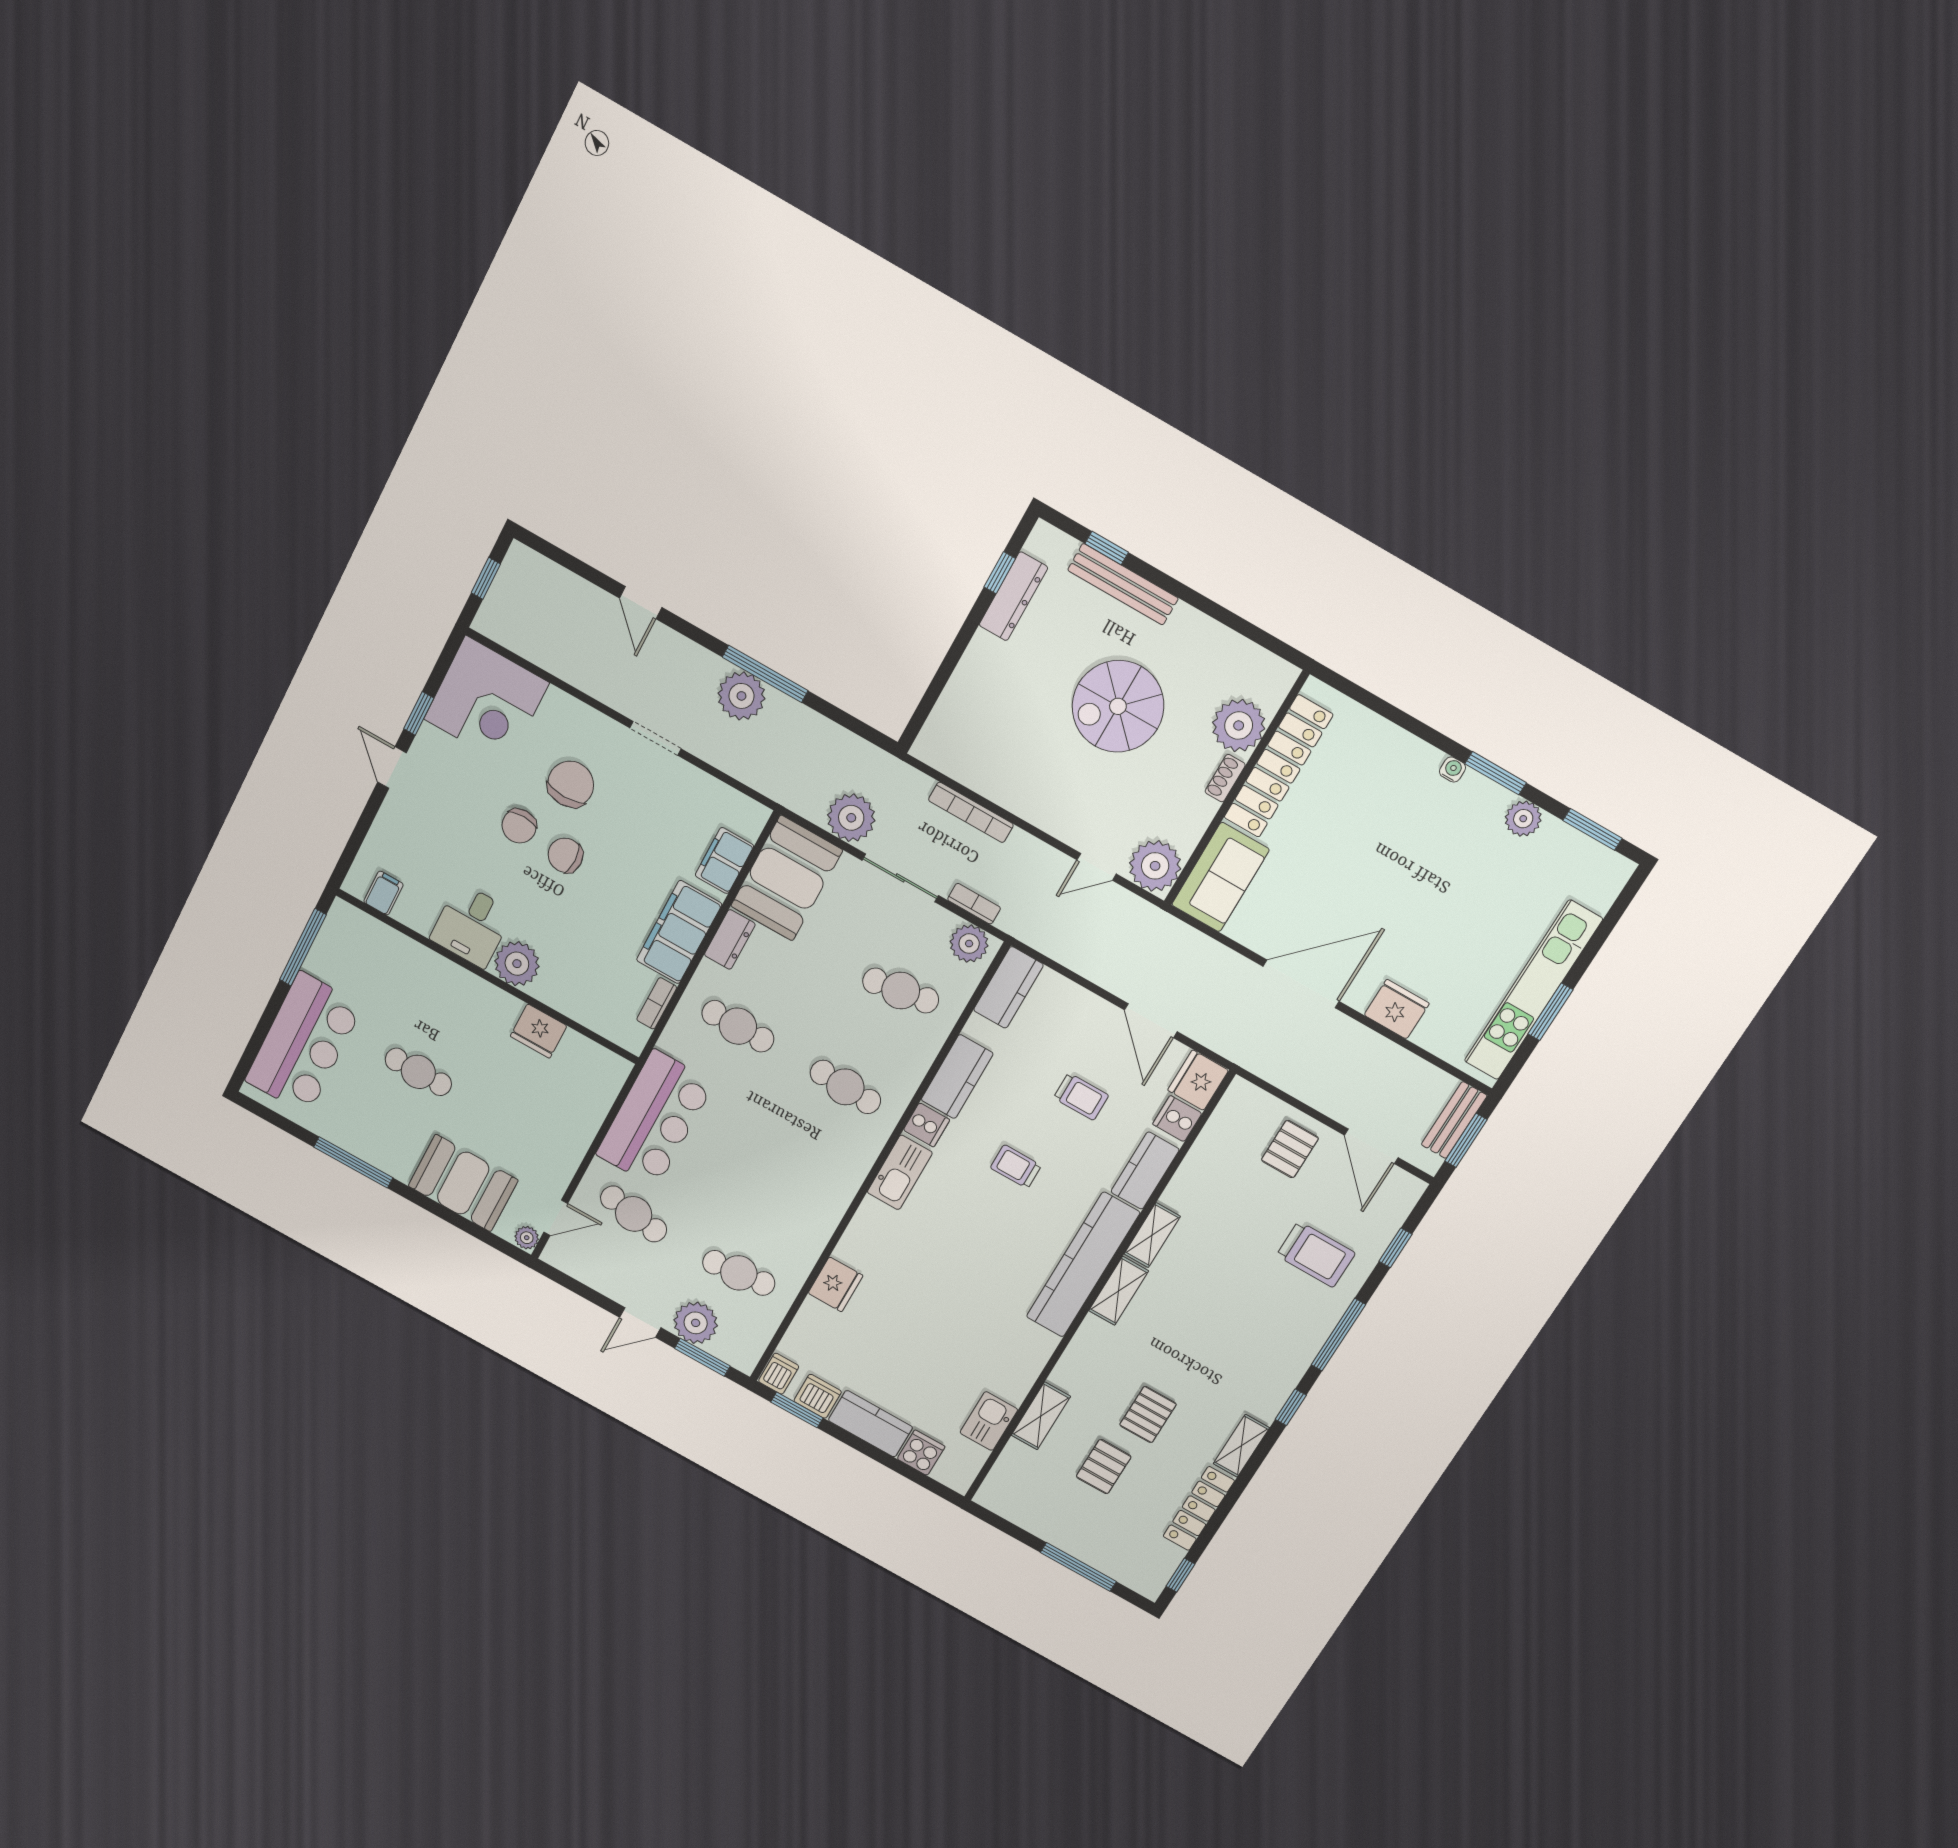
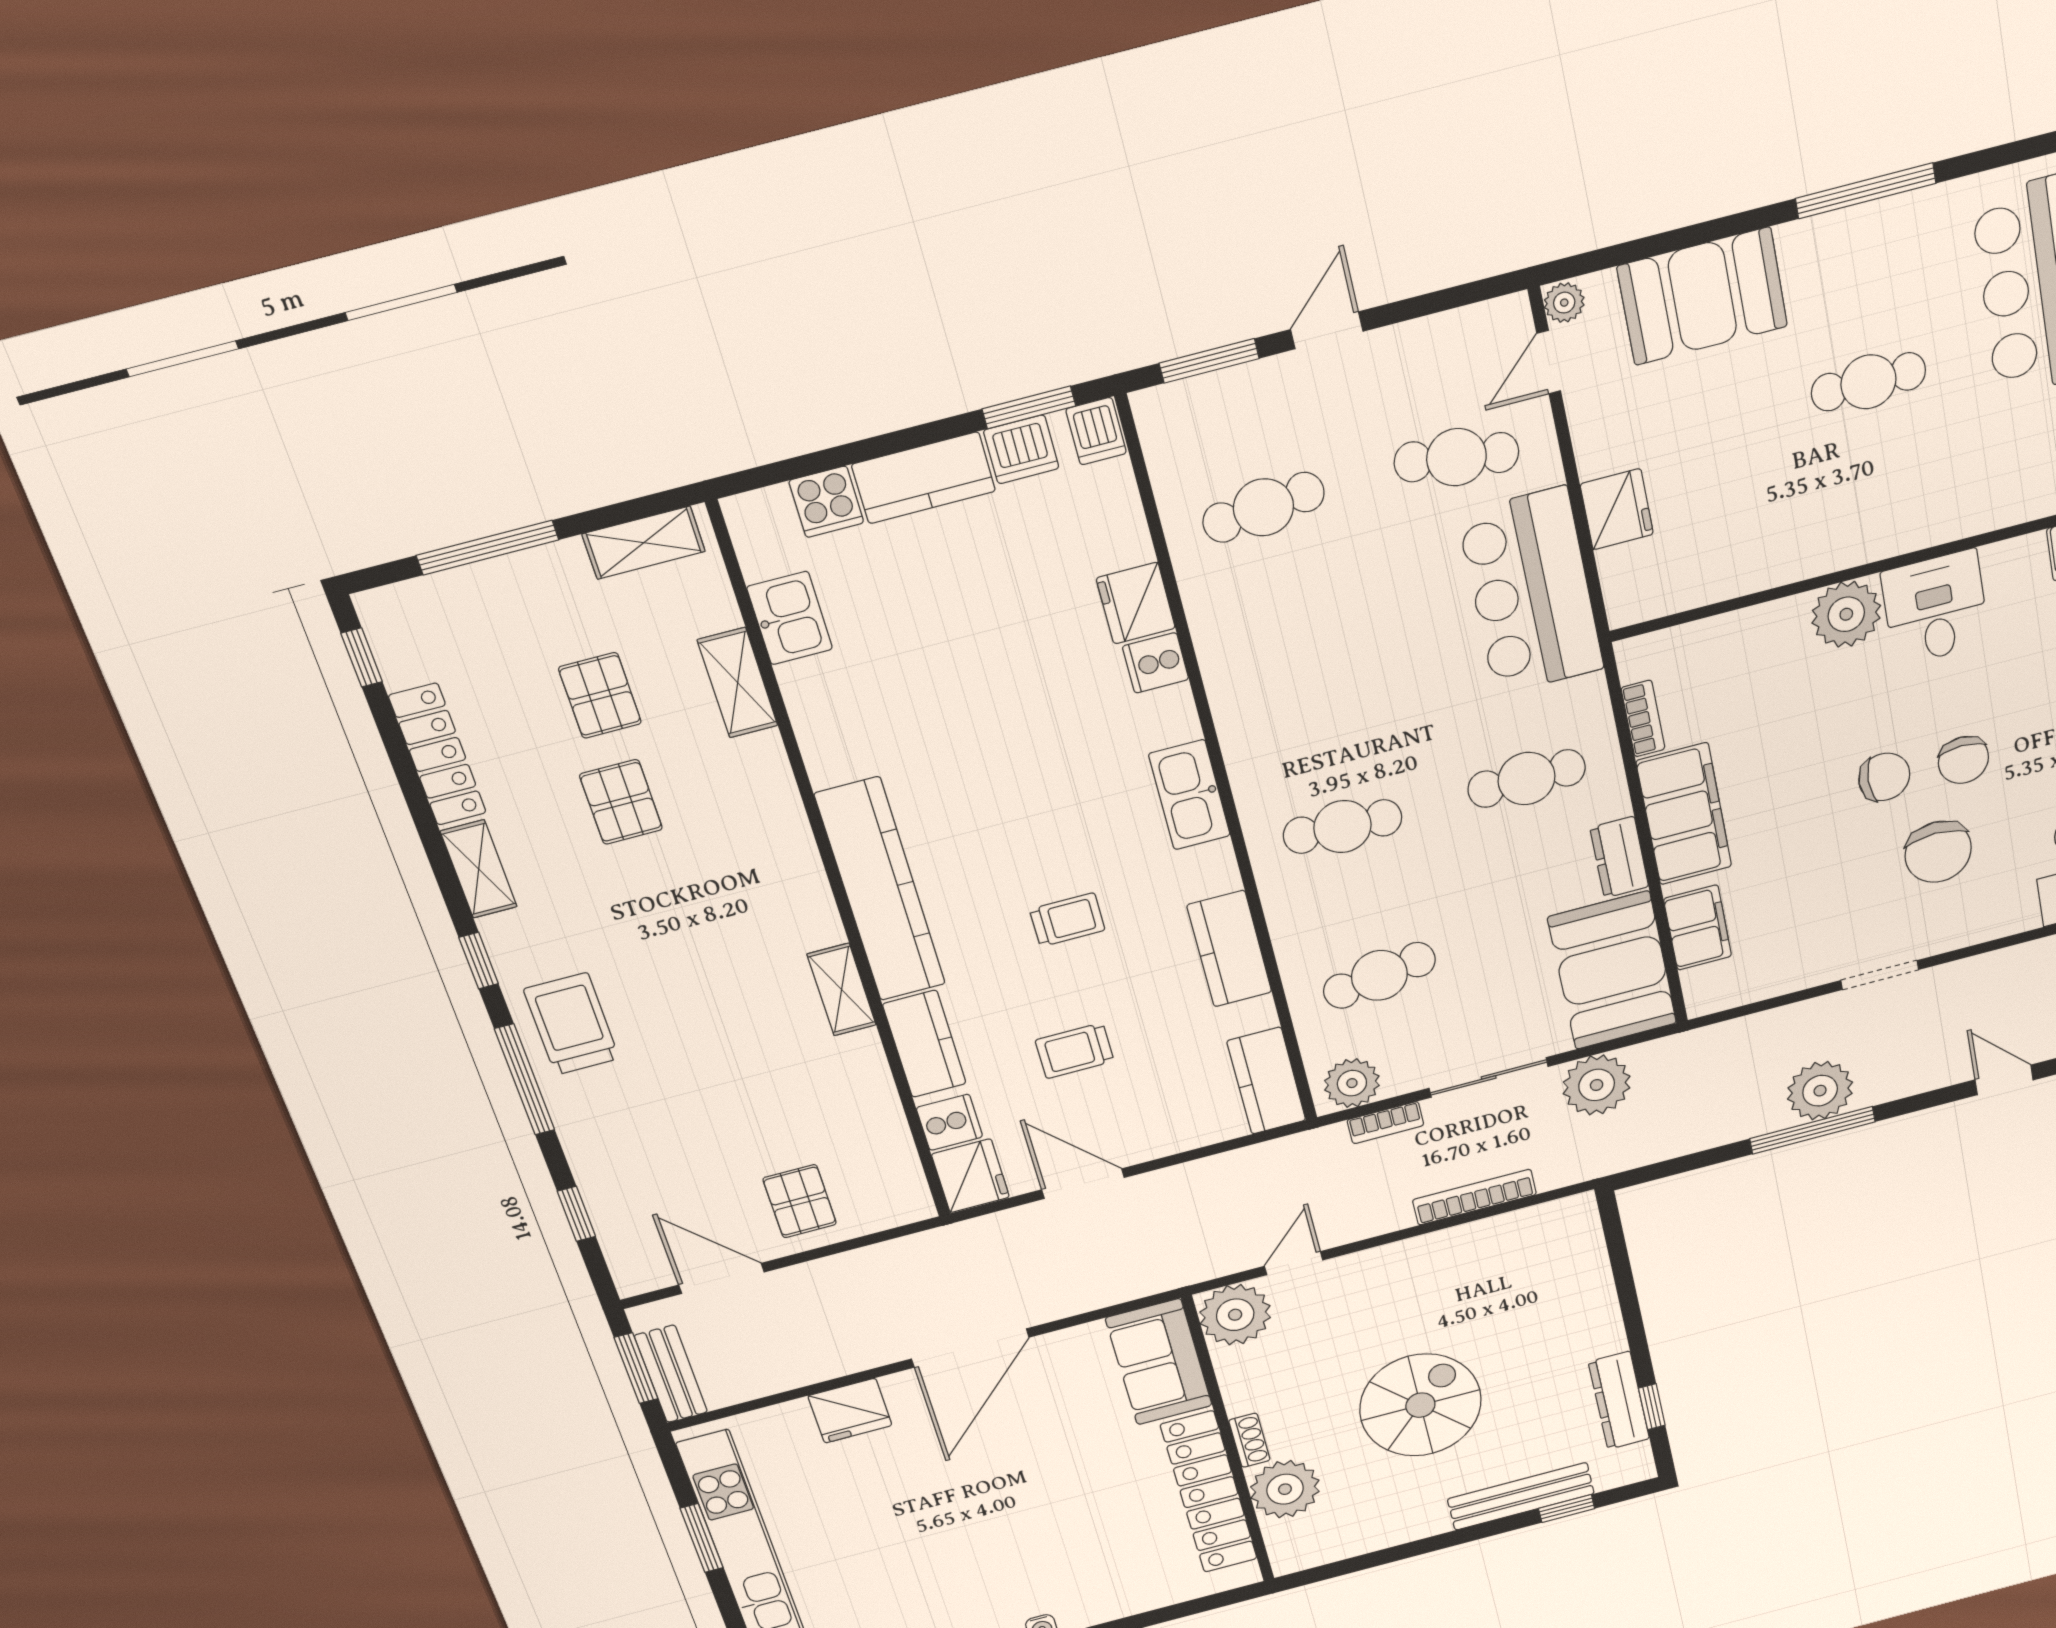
chair: (519, 826) -> (1963, 760), turned 180
fridge: (539, 1031) -> (1617, 509), moved, turned 90
cooker: (926, 1125) -> (1156, 663), moved
trolley: (1316, 1254) -> (572, 1024), moved, turned 90
shelving: (1119, 1291) -> (644, 543), moved, turned 90
plant: (696, 1323) -> (1258, 396), removed

